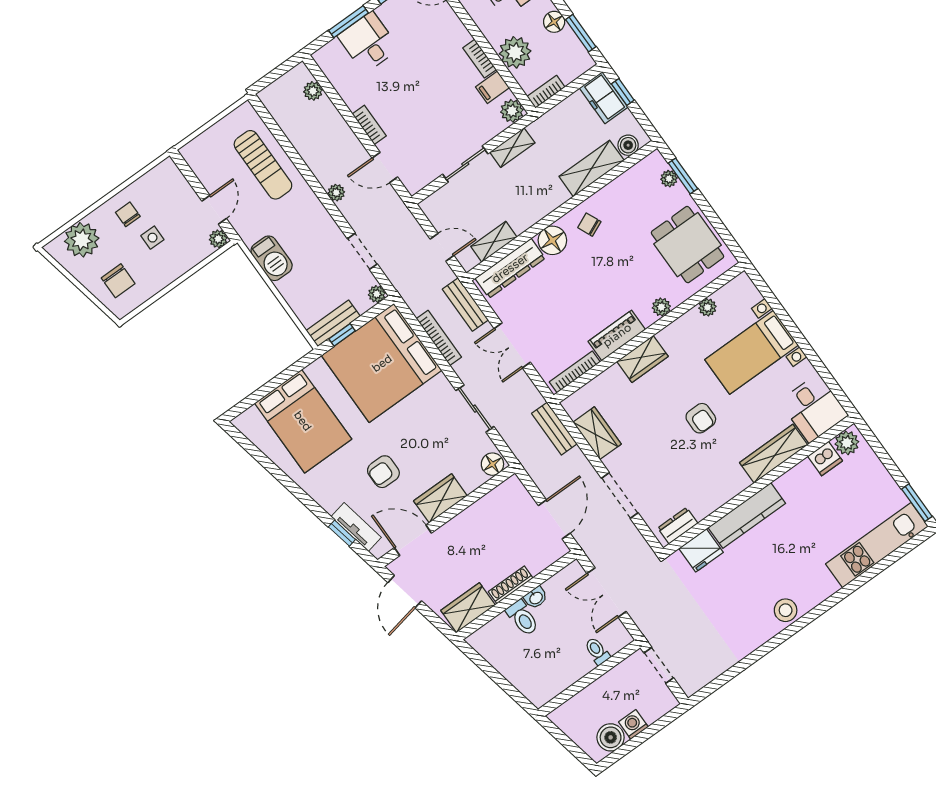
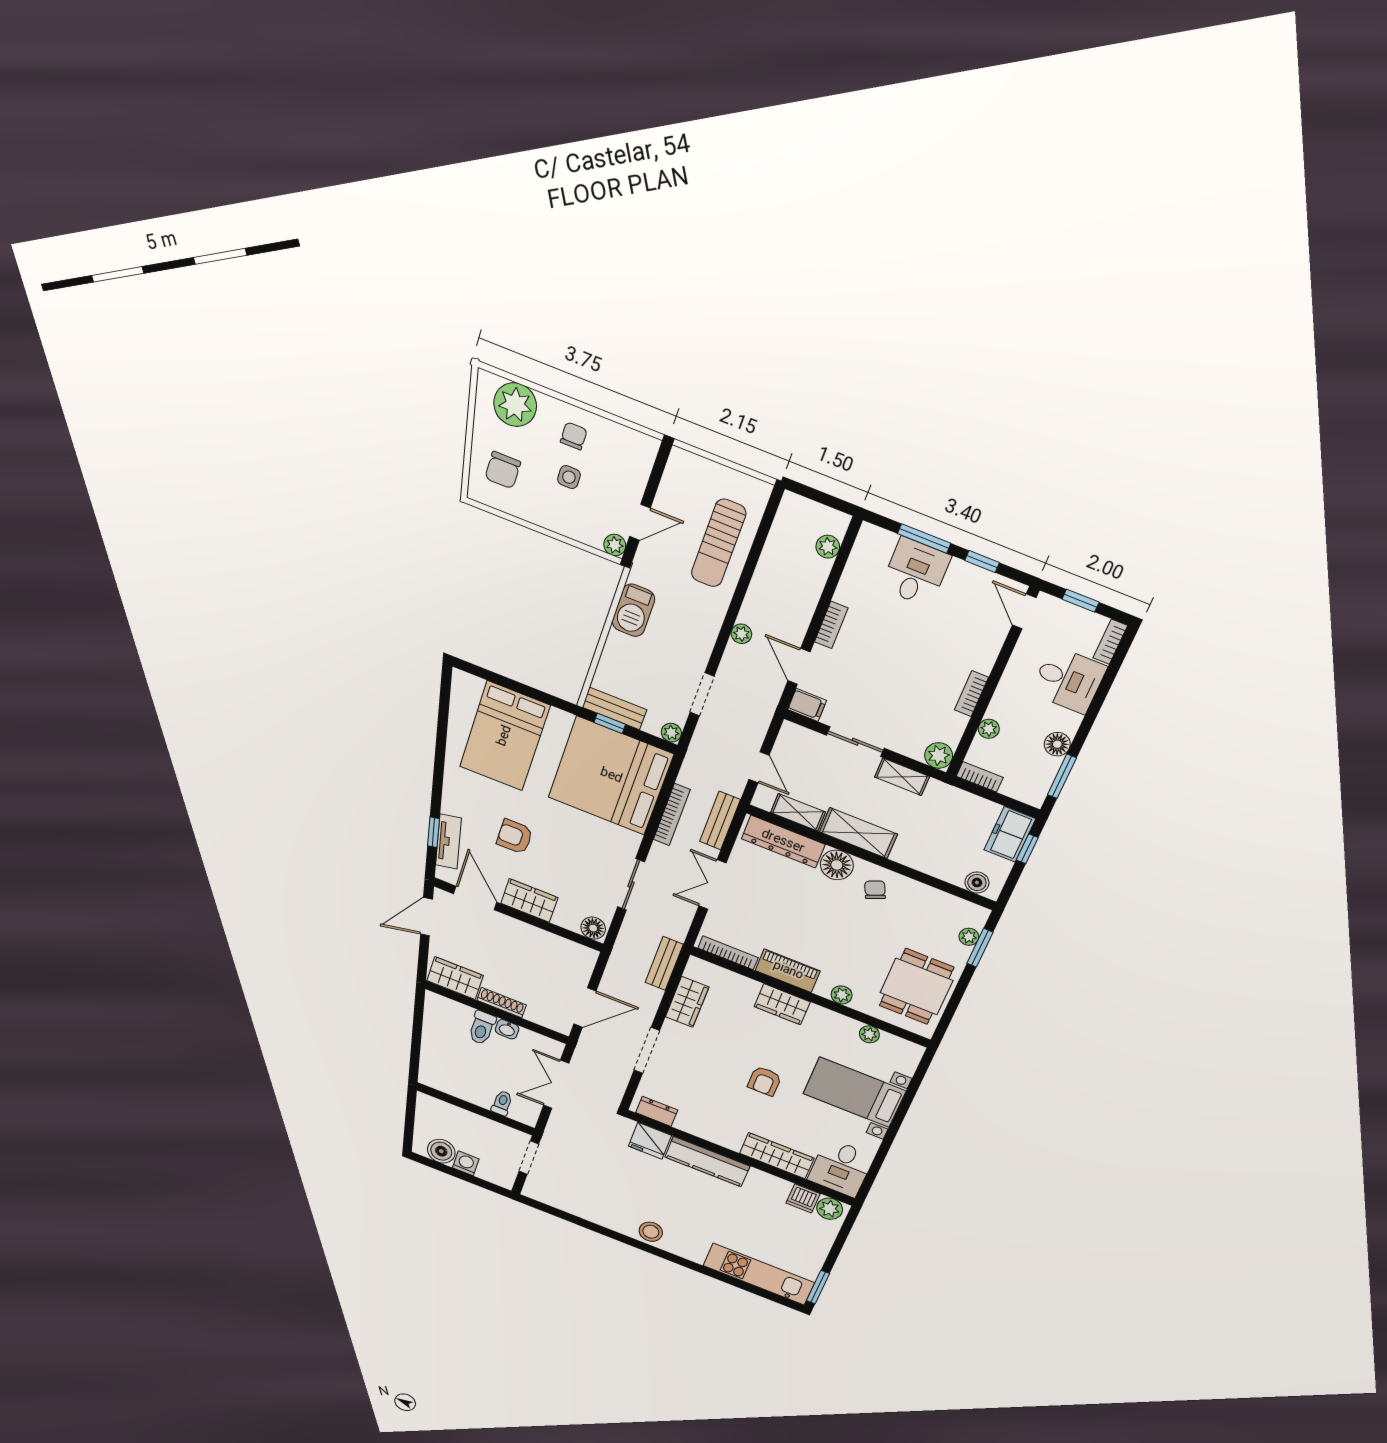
plant: (515, 52) -> (989, 729), width x0.53, depth x0.53
filing cabinet: (492, 87) -> (807, 705), moved, turned 180
shelving: (592, 168) -> (858, 833), moved

